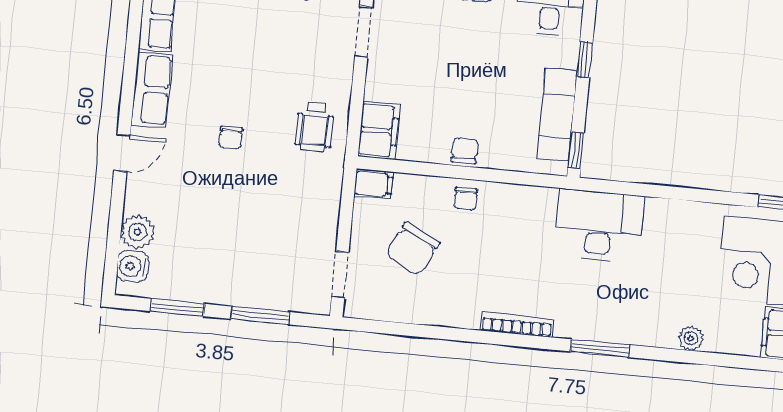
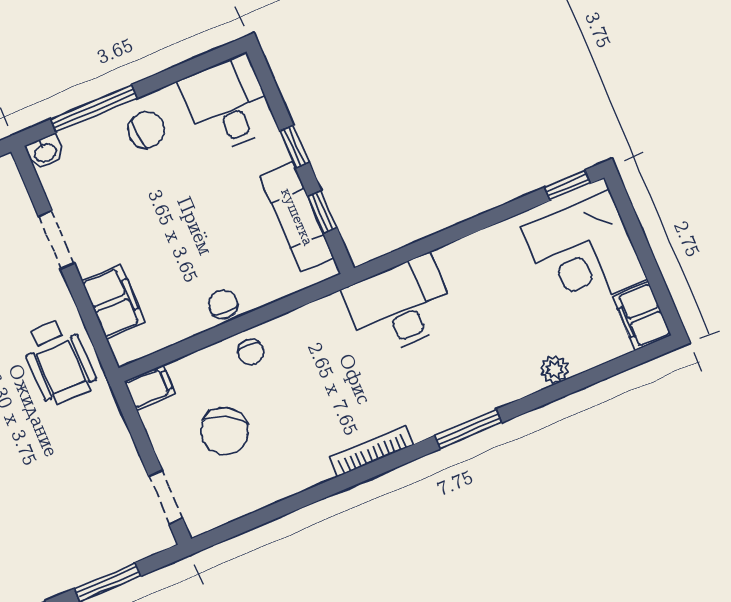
wheelchair: (315, 126) -> (59, 362), width x1.36, depth x1.37
filing cabinet: (379, 130) -> (113, 302), moved
window: (576, 150) -> (322, 212), moved

